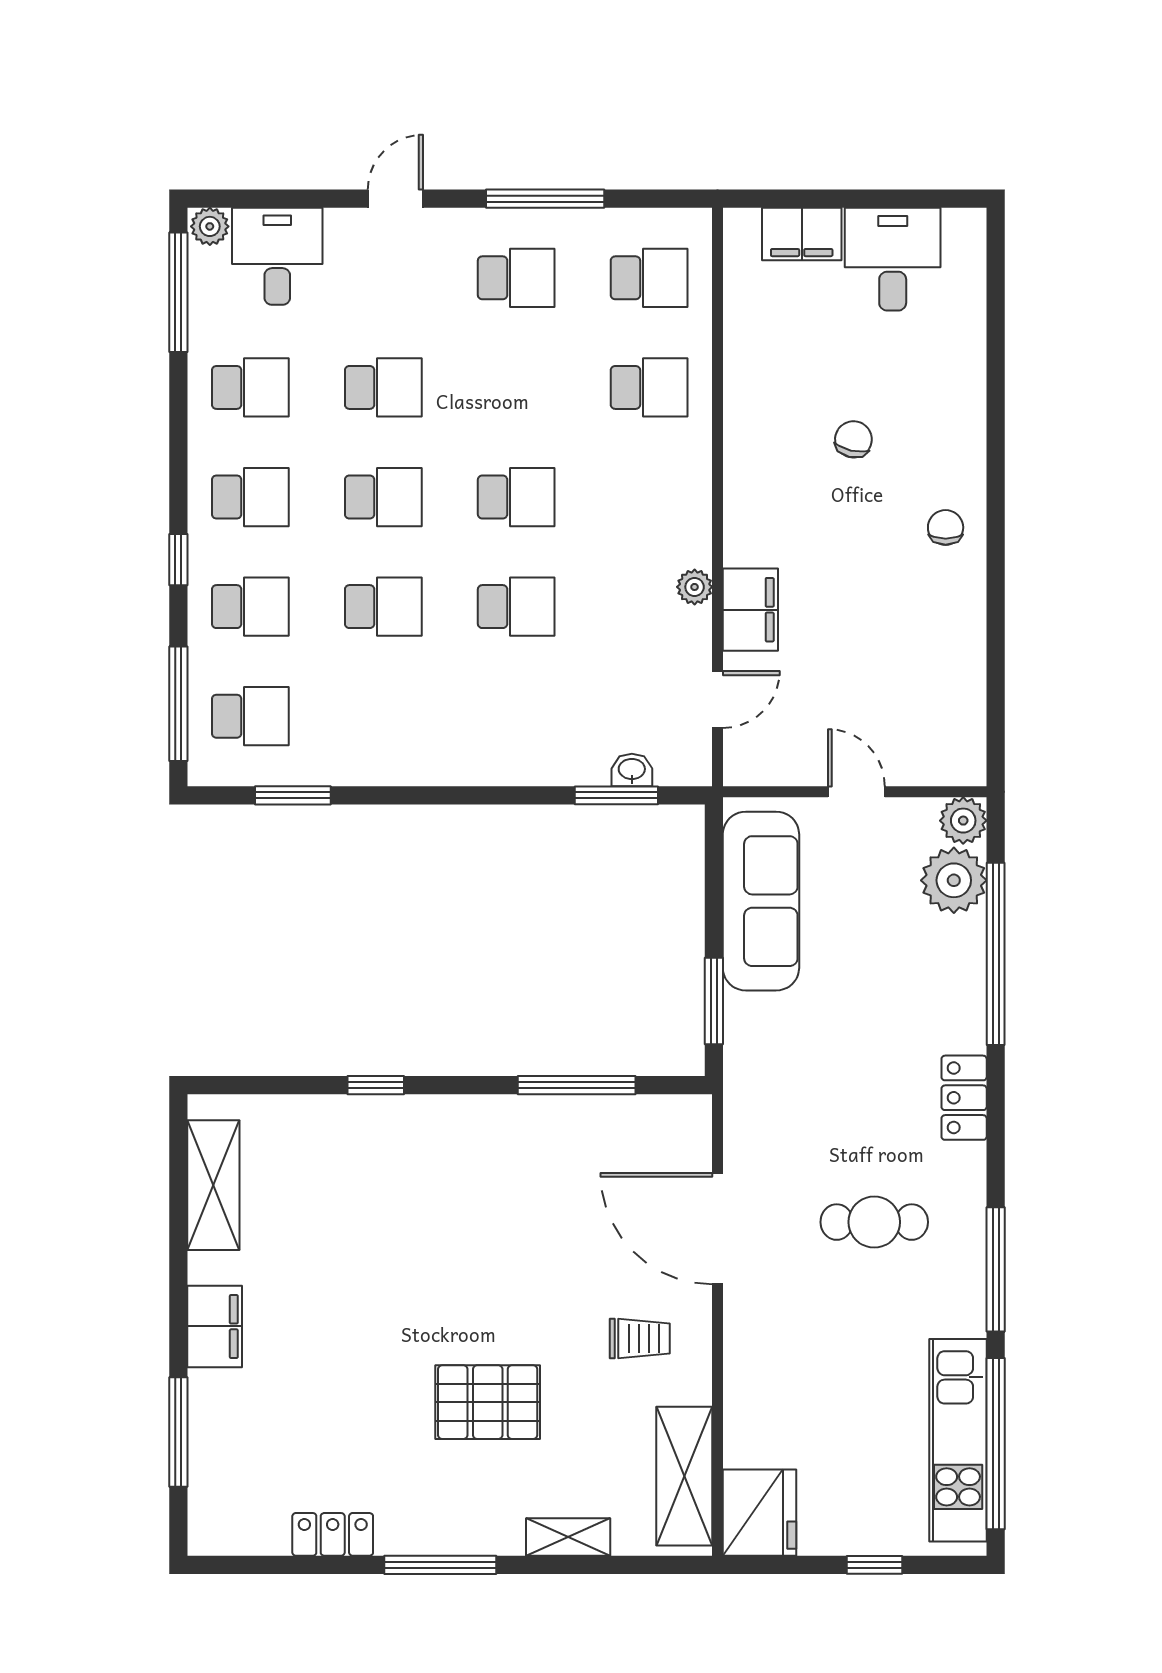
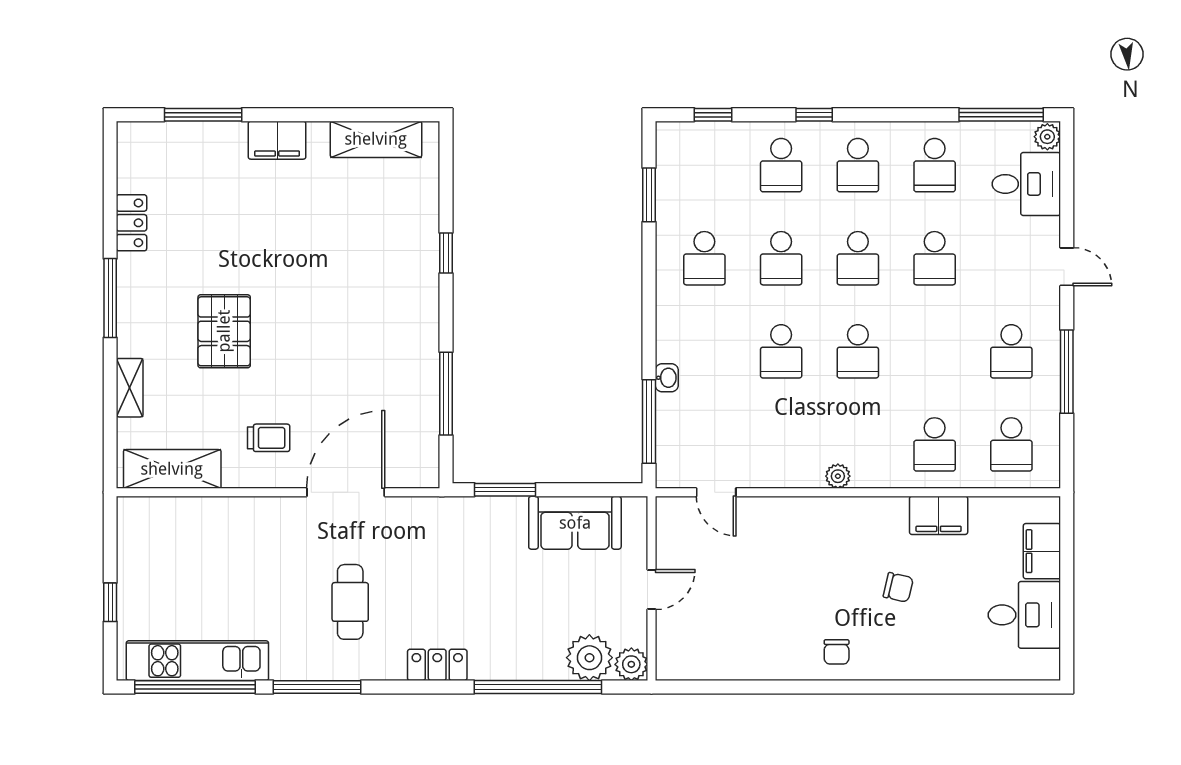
chair: (946, 527) -> (837, 652), turned 90
plant: (695, 587) -> (838, 476), moved
filing cabinet: (750, 610) -> (939, 515), moved
window: (178, 704) -> (713, 115), width x0.46
school desk: (250, 716) -> (704, 258), moved
washbasin: (632, 770) -> (667, 378), moved
window: (616, 795) -> (649, 421), width x1.44
sofa: (761, 901) -> (575, 523), width x0.73
trolley: (640, 1339) -> (269, 438), turned -90
fridge: (760, 1513) -> (147, 522), removed

